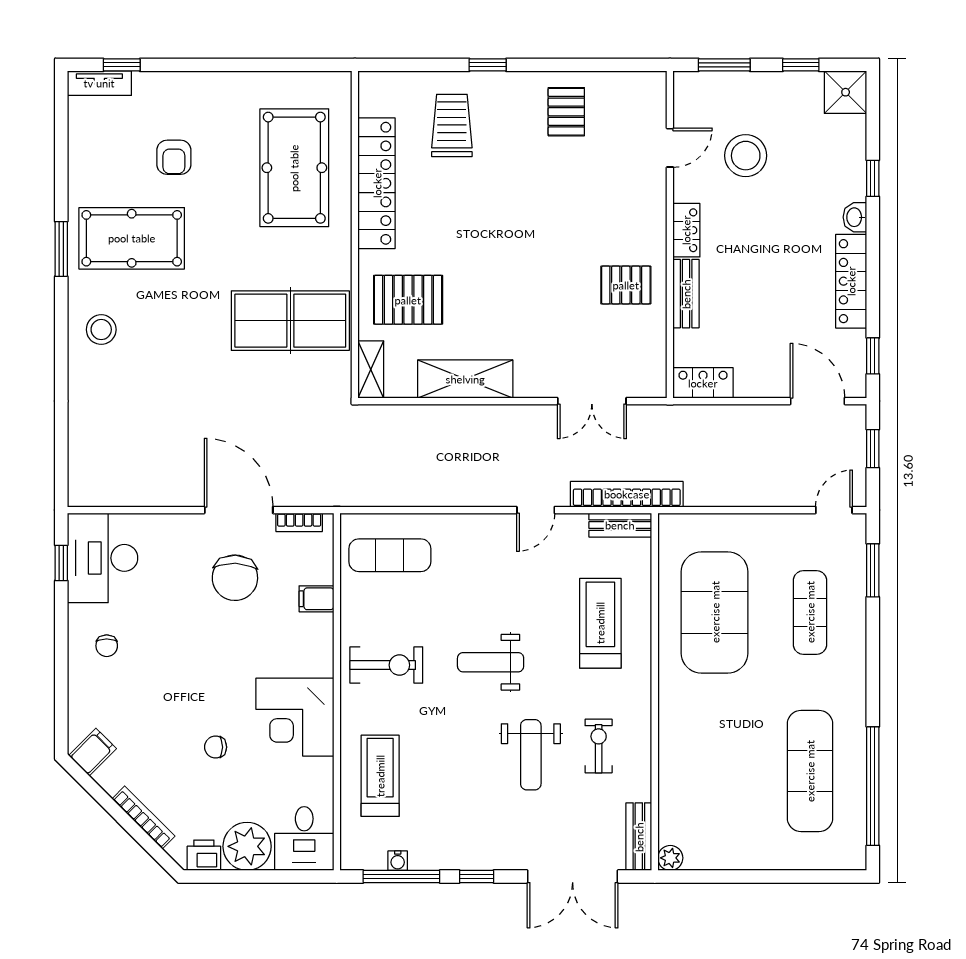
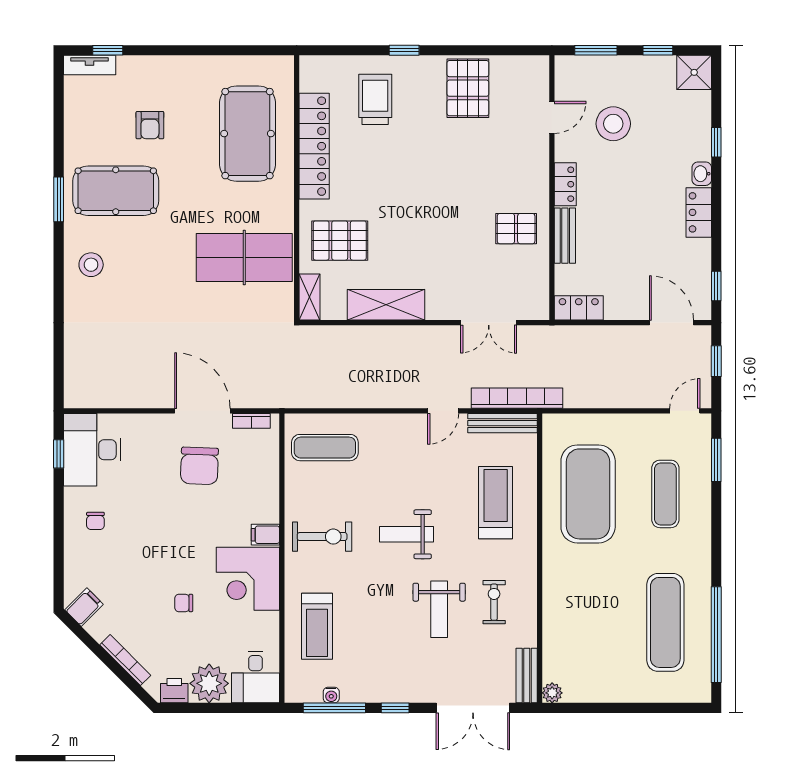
pallet: (566, 112) -> (468, 88), width x1.50, depth x1.42
locker: (851, 281) -> (699, 212), width x0.66
bench: (620, 525) -> (502, 423), width x1.36
filing cabinet: (316, 599) -> (265, 535), moved
treadmill: (380, 776) -> (317, 626), turned 180

